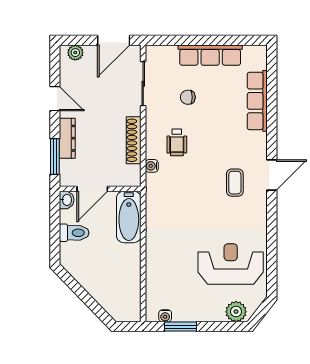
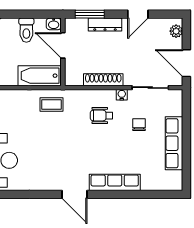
row of seats: (257, 101) -> (115, 182), moved
water cooler: (152, 166) -> (122, 95), moved
coffee table: (235, 183) -> (51, 105), moved

